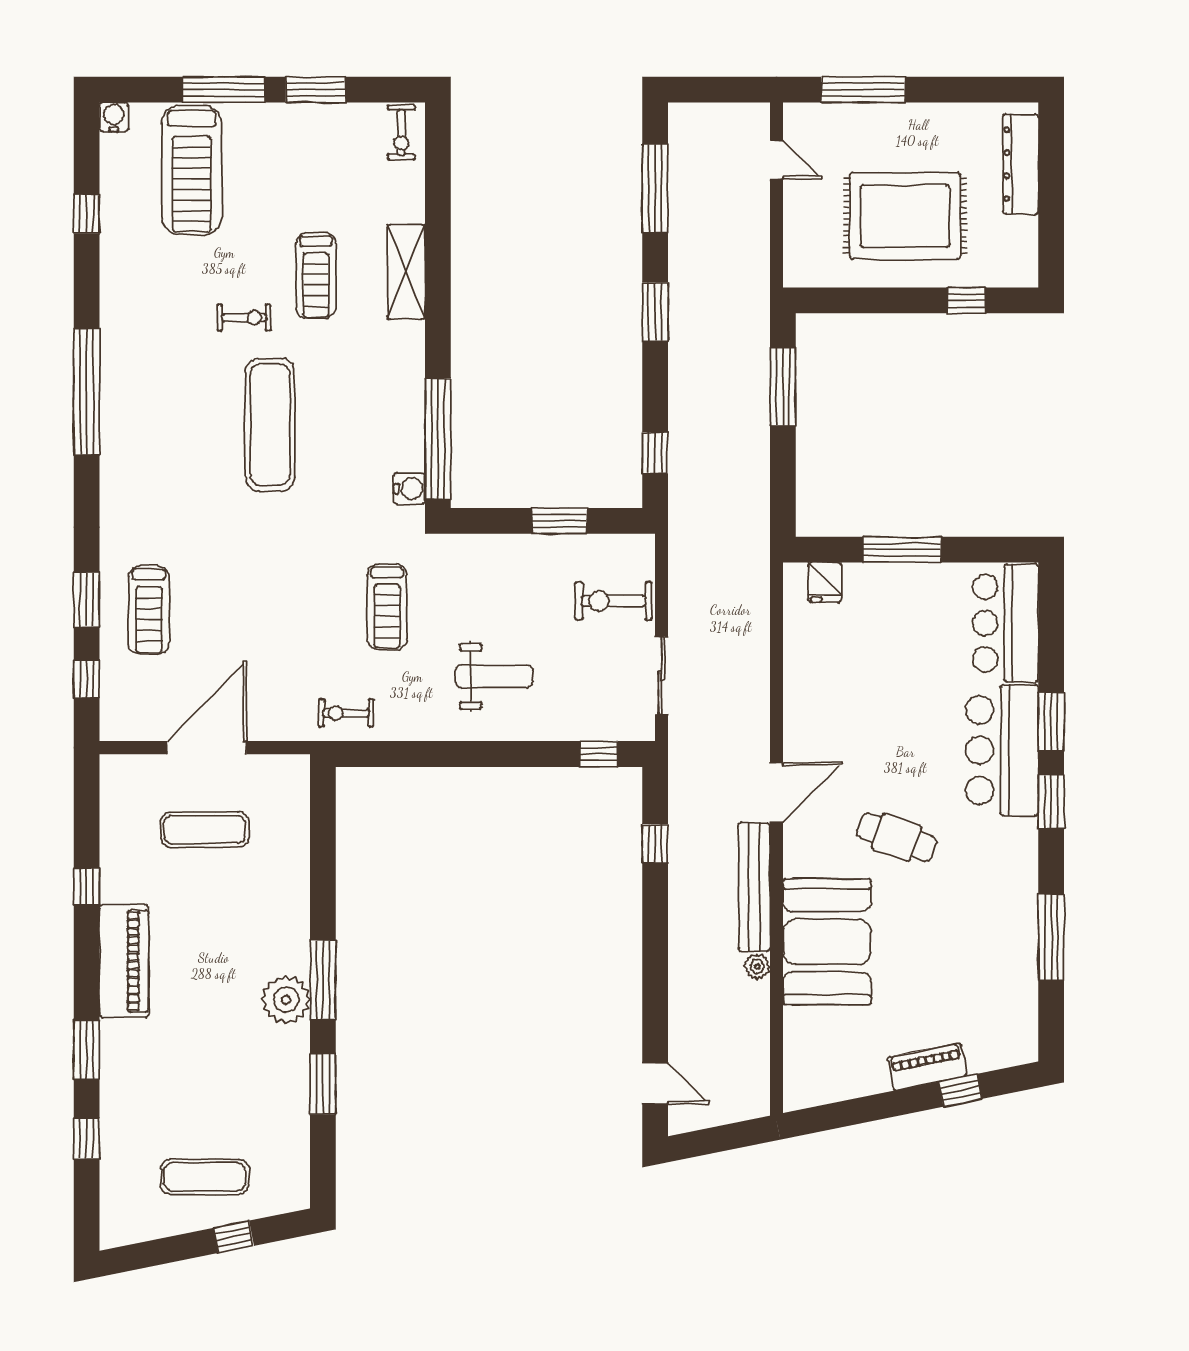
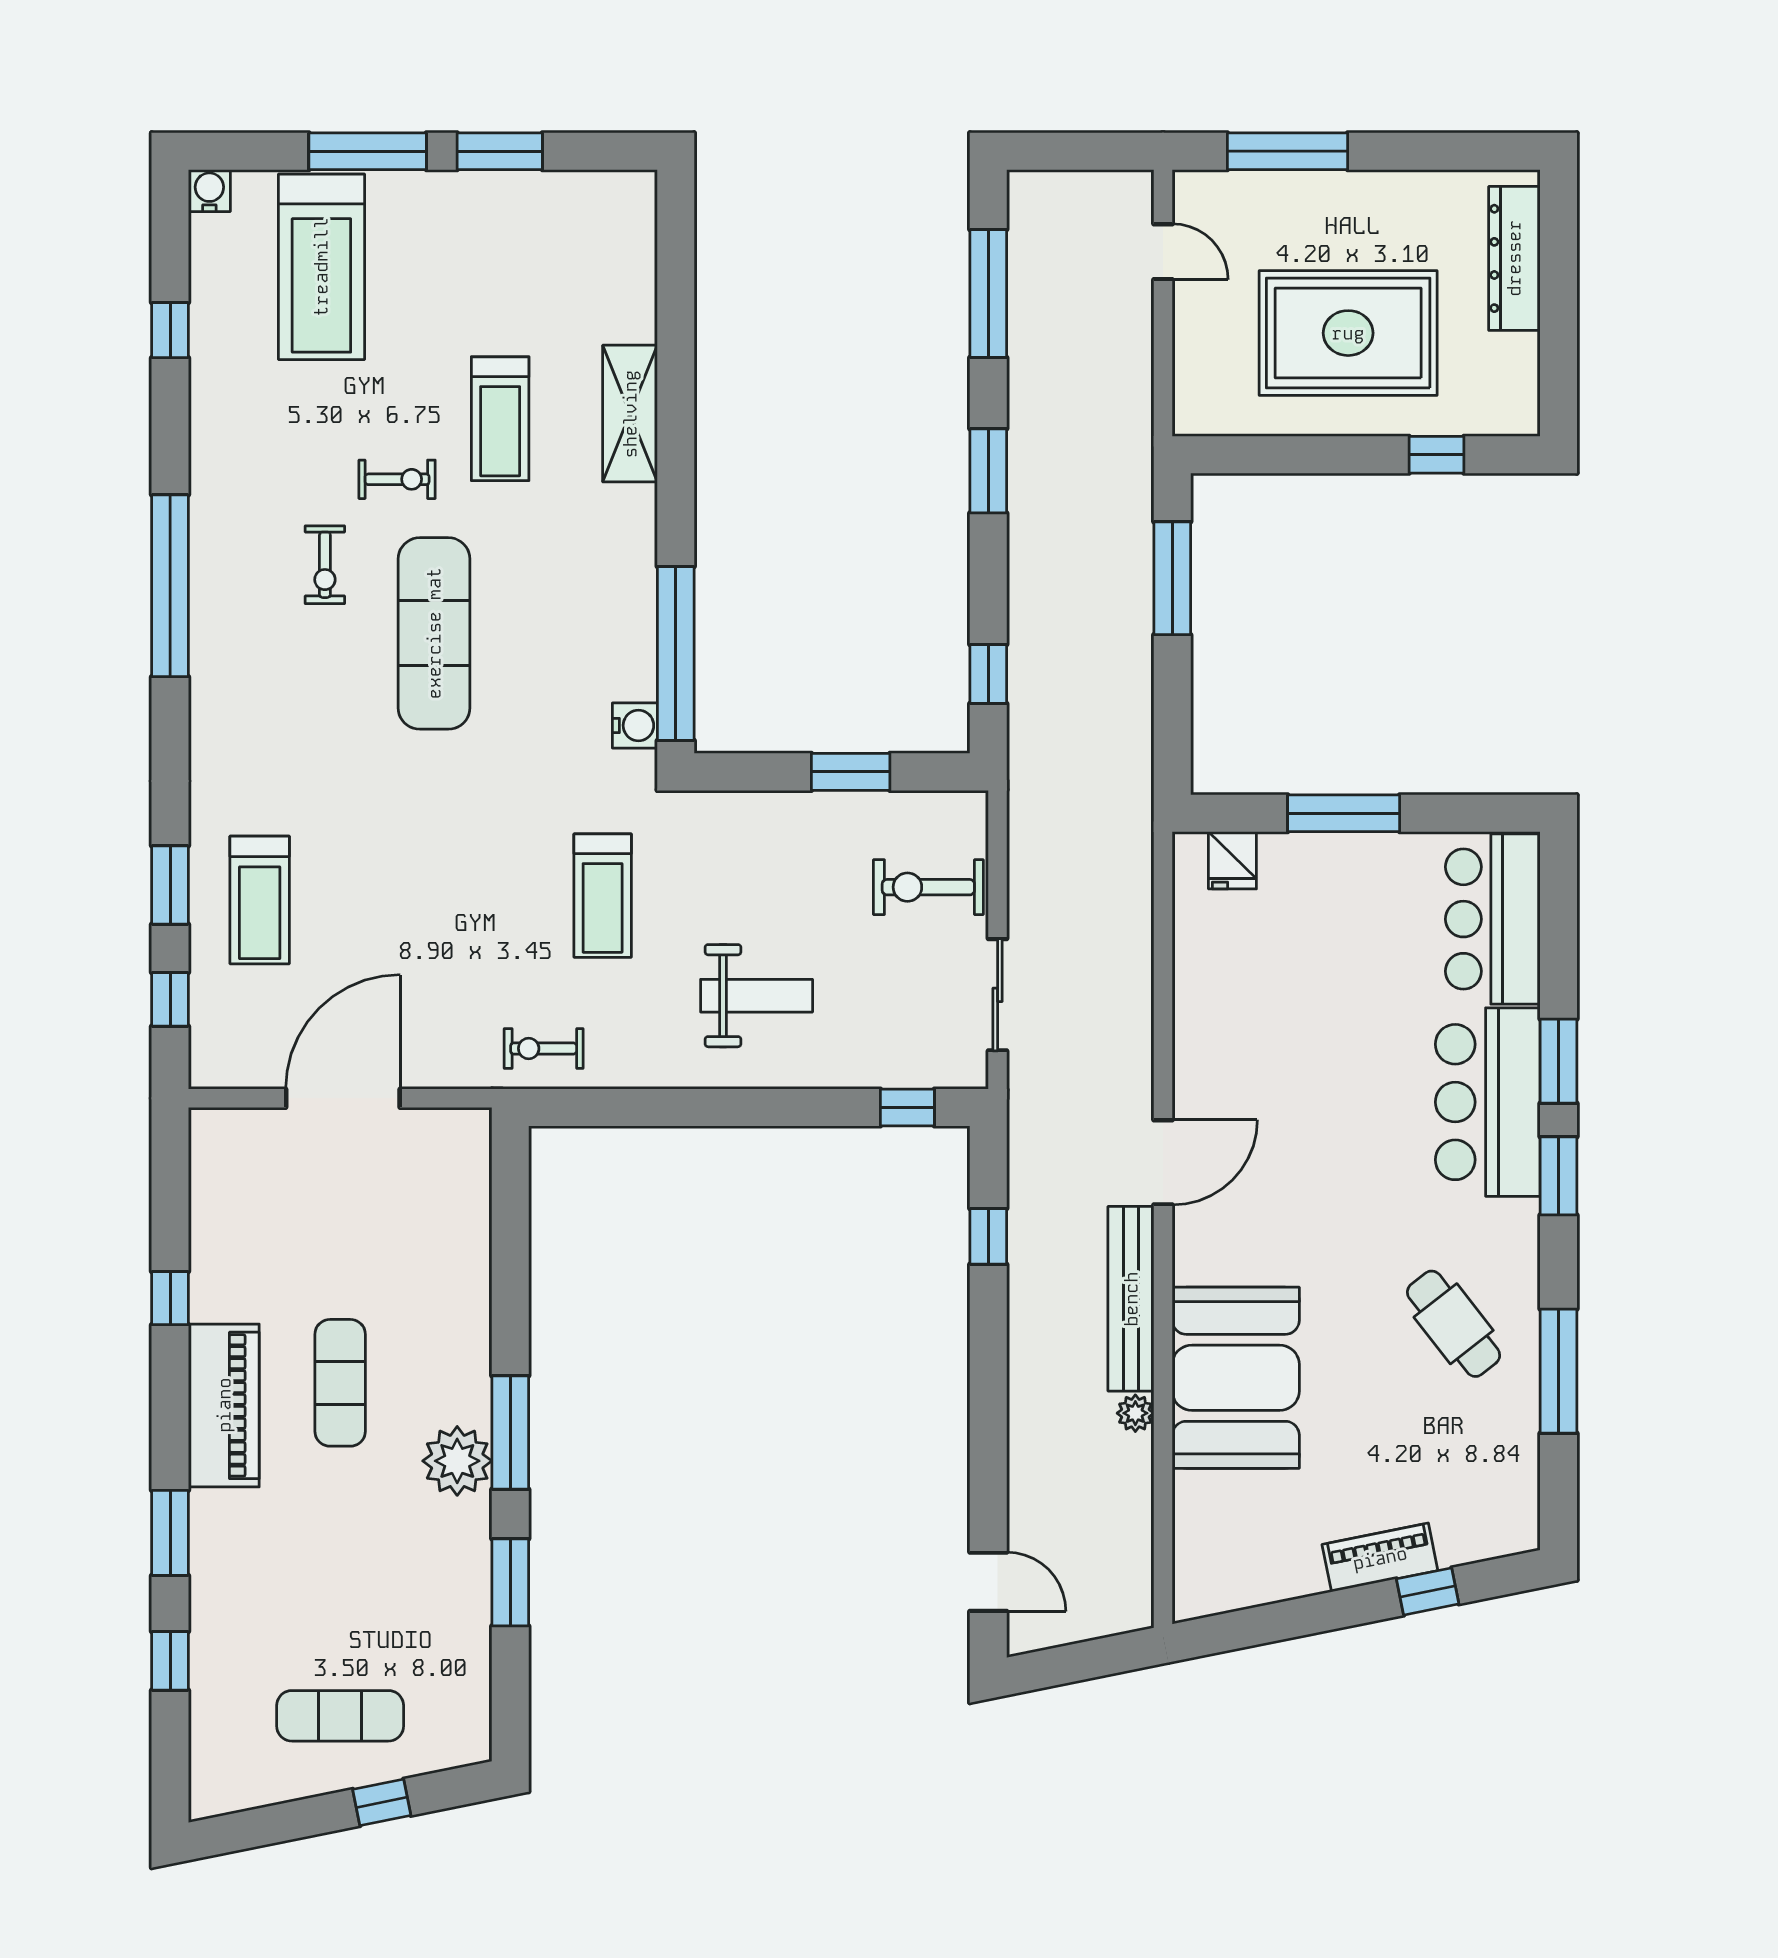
exercise bike: (401, 132) -> (325, 565), moved
exercise mat: (205, 830) -> (340, 1383), moved, turned 90
cafe table: (897, 837) -> (1454, 1324), moved, turned 32

